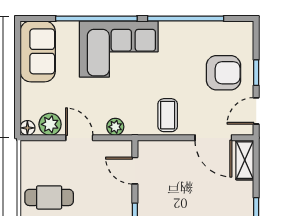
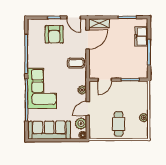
sofa: (38, 51) -> (49, 130), width x1.36
armchair: (223, 73) -> (54, 34), turned 180

